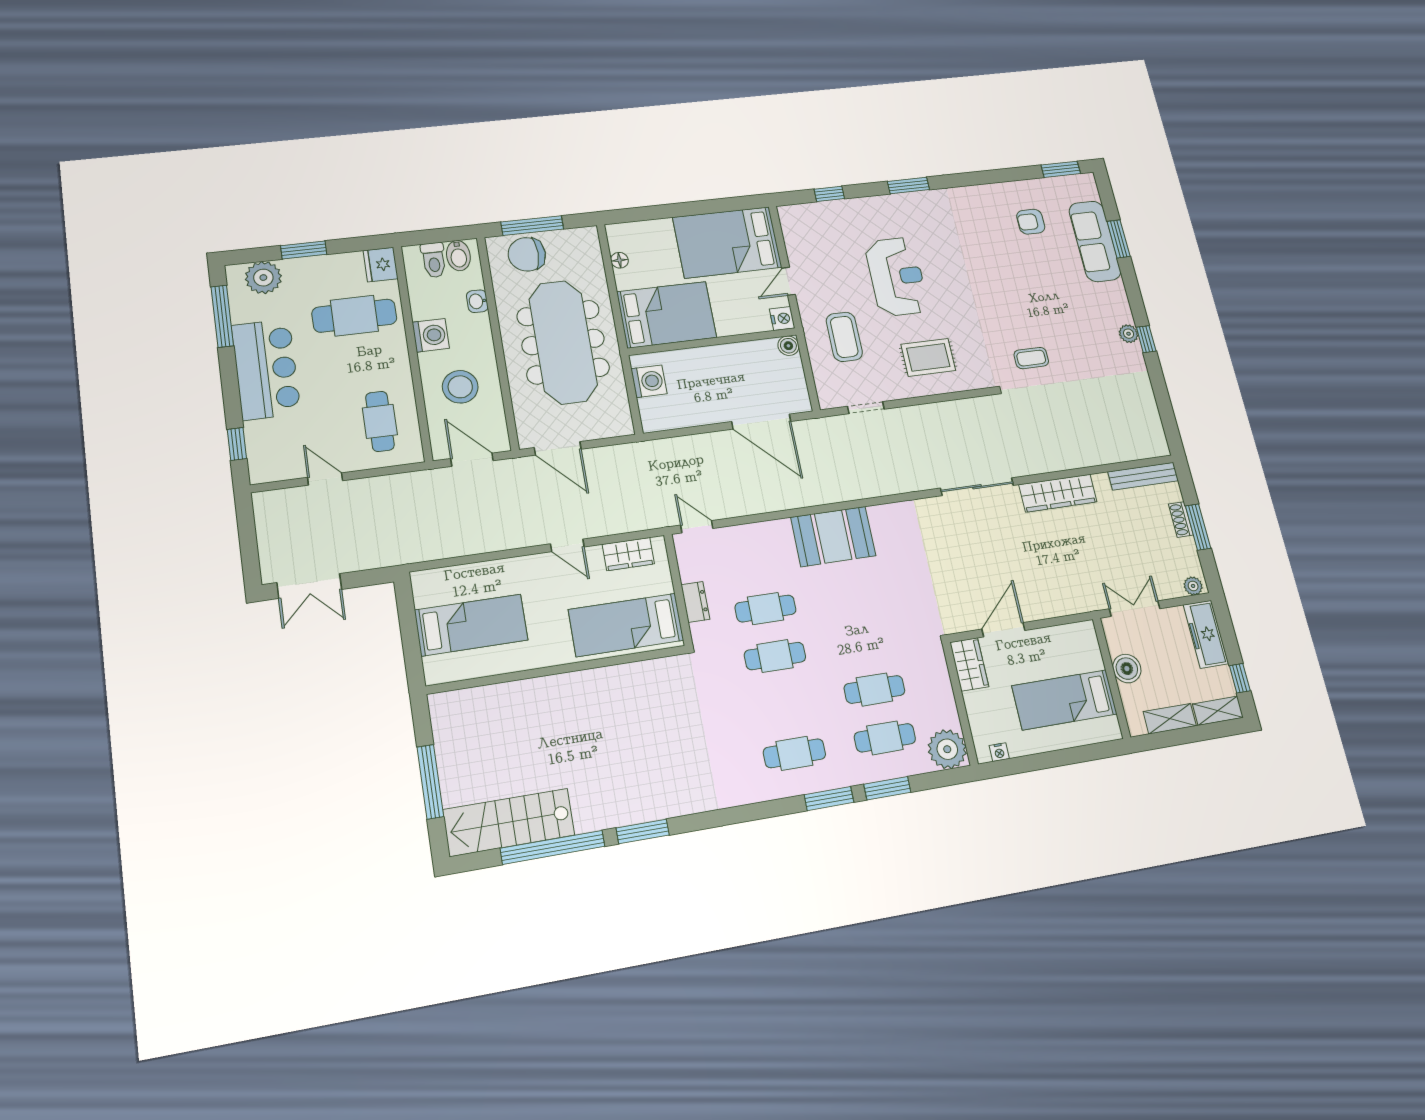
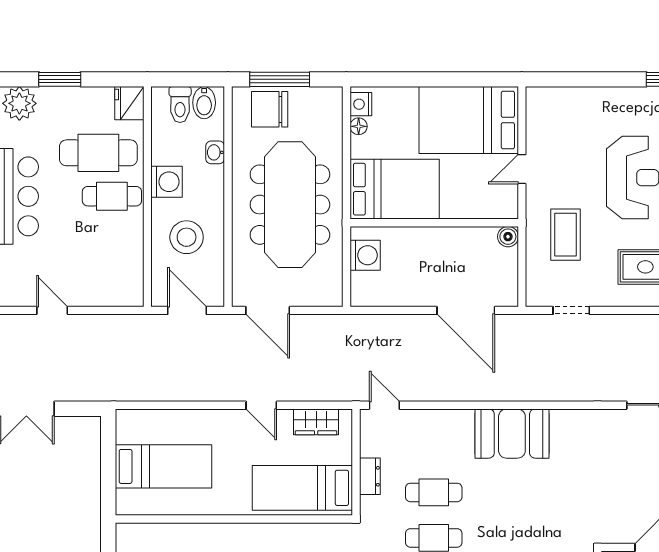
window: (829, 194) -> (583, 79), removed
nightstand: (782, 318) -> (361, 104), moved, turned 180
cafe table: (380, 421) -> (112, 196), moved, turned 90

